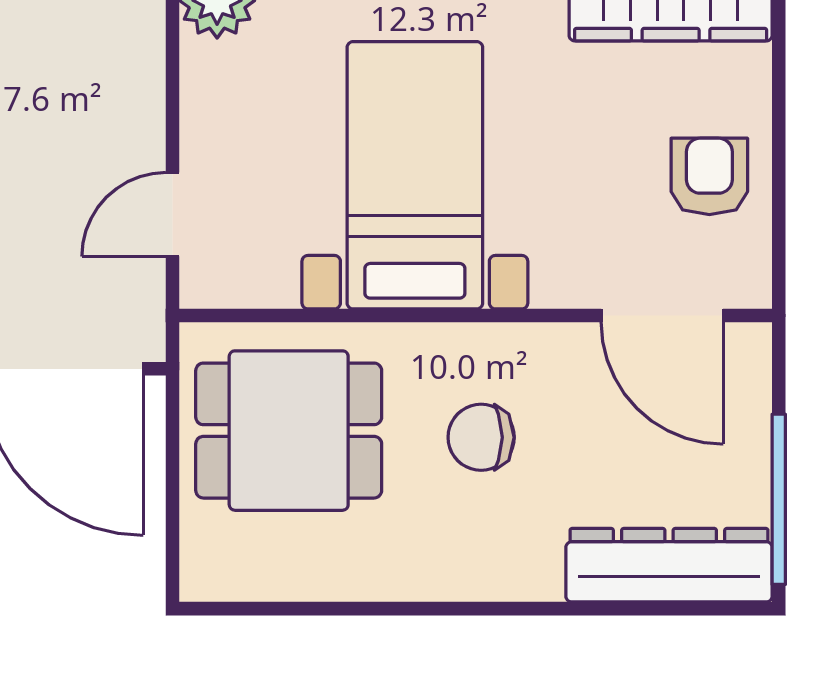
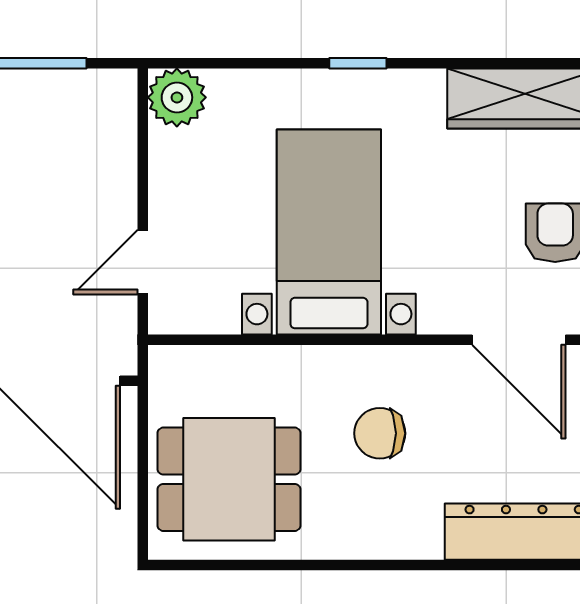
dining table: (289, 431) -> (229, 479), moved

